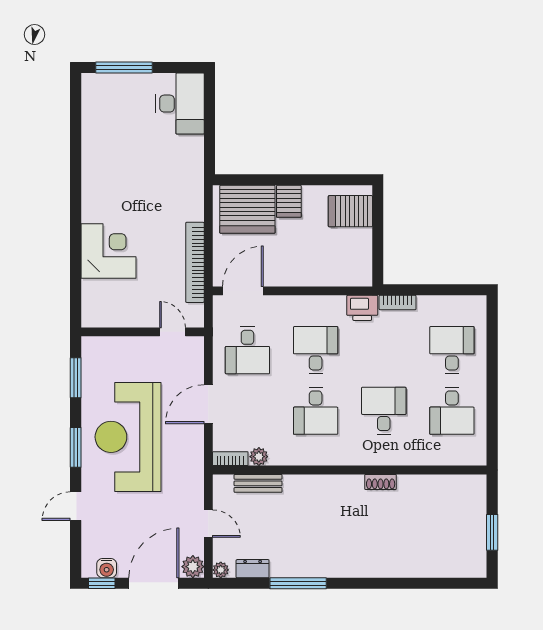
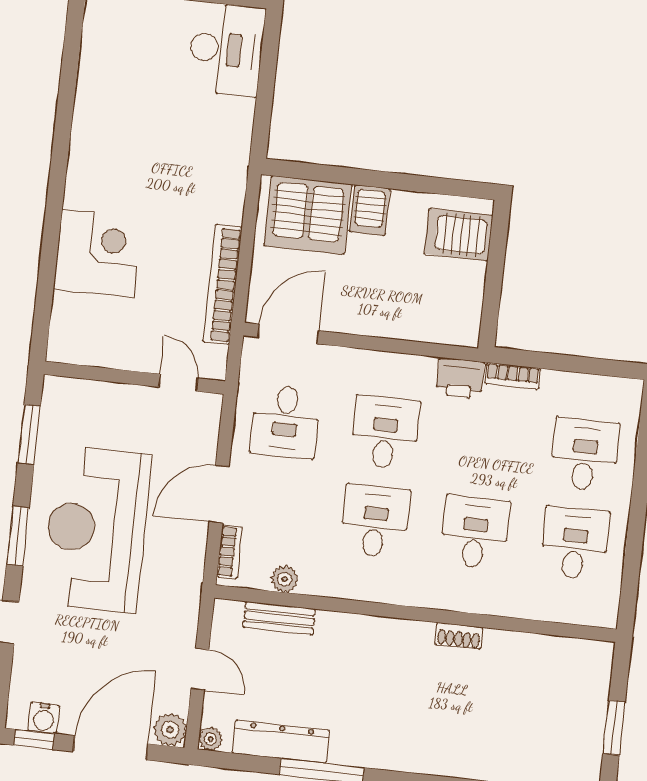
desk: (316, 411) -> (375, 521), turned 180
desk: (452, 411) -> (575, 543), turned 180
bookcase: (230, 459) -> (230, 552), moved, turned 90
dresser: (253, 569) -> (281, 742), width x1.96, depth x1.24

